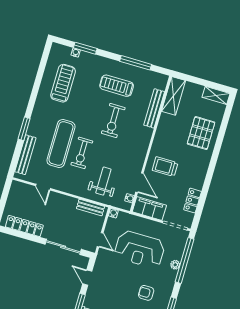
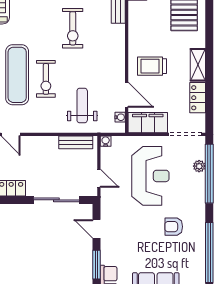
shelving: (200, 176) -> (198, 65), added
reception desk: (140, 249) -> (150, 176), turned -90
plant: (175, 265) -> (199, 166), moved

